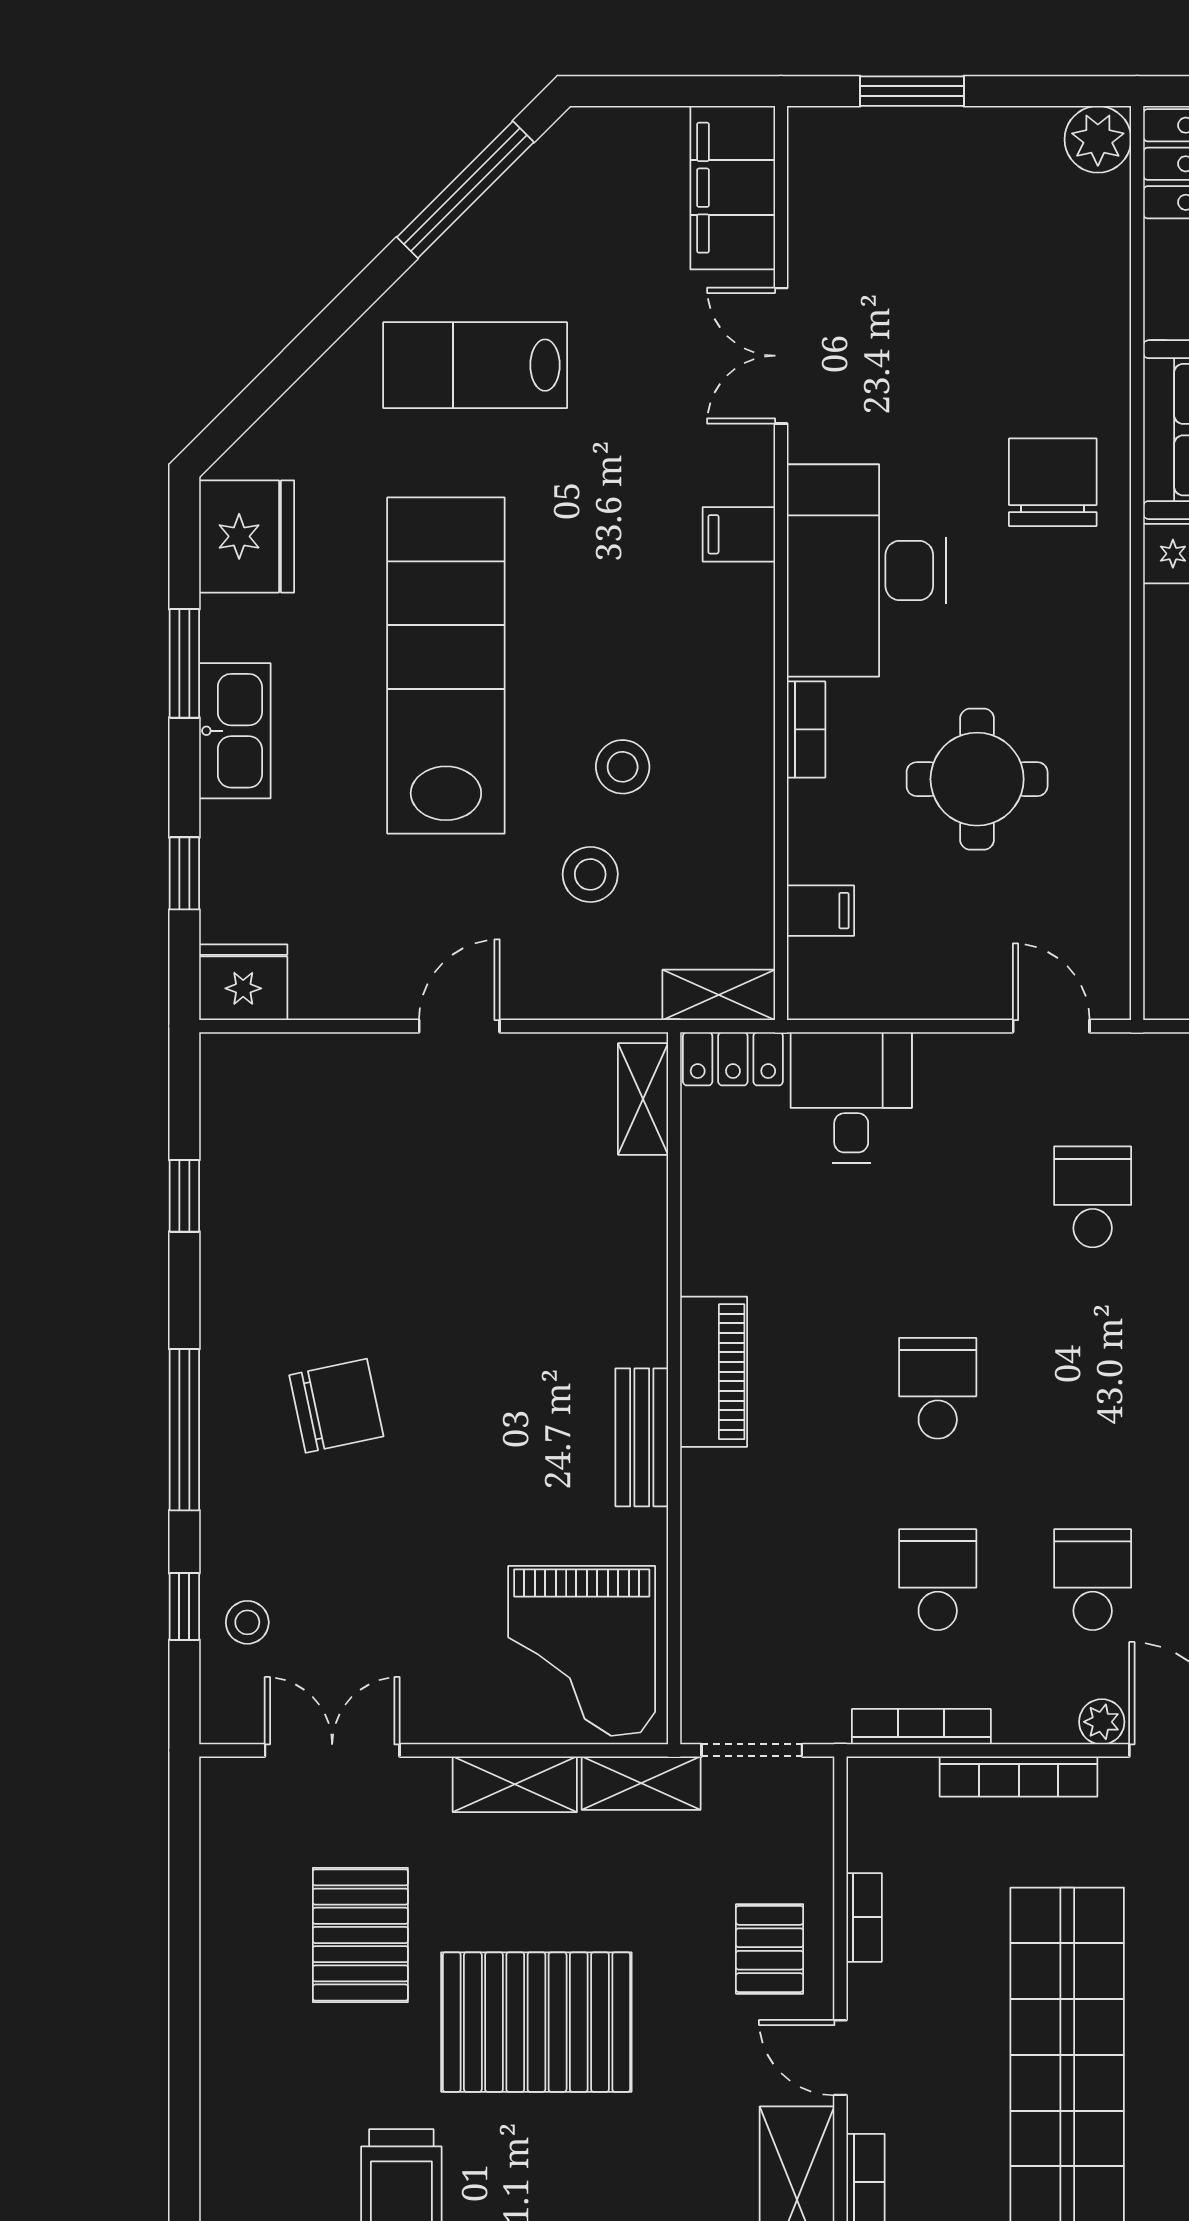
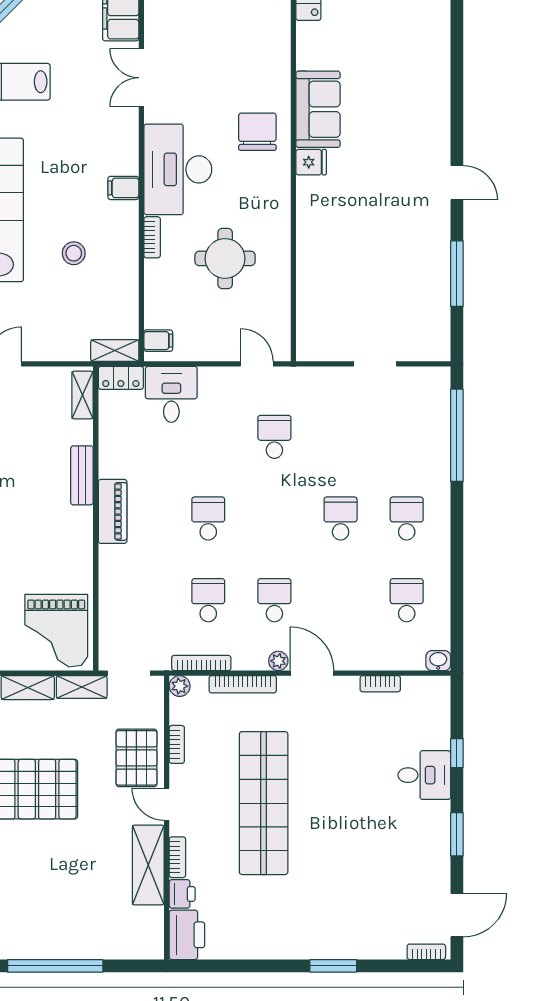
filing cabinet: (739, 534) -> (123, 188), moved
stool: (590, 874) -> (60, 299), removed
filing cabinet: (820, 911) -> (158, 341), moved
bench: (642, 1437) -> (82, 475), moved
plant: (871, 1781) -> (180, 686), added
pallet: (770, 1949) -> (136, 758), width x1.50, depth x1.42

